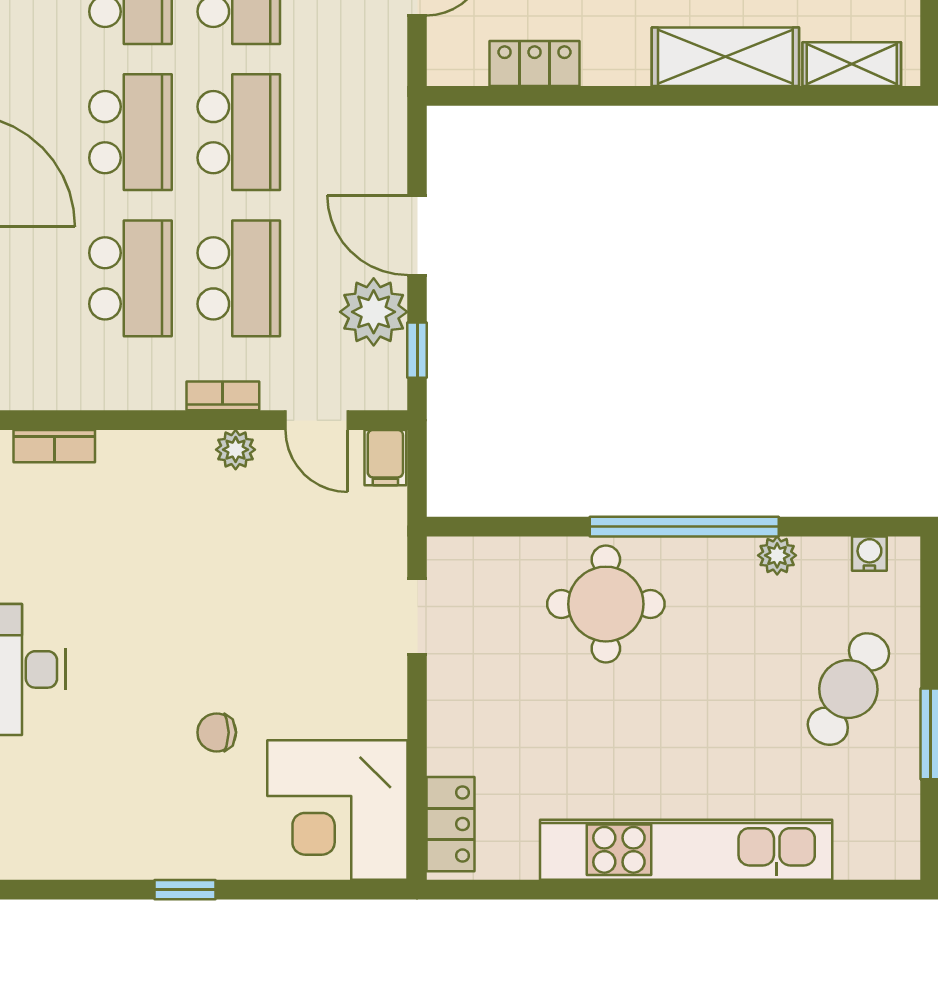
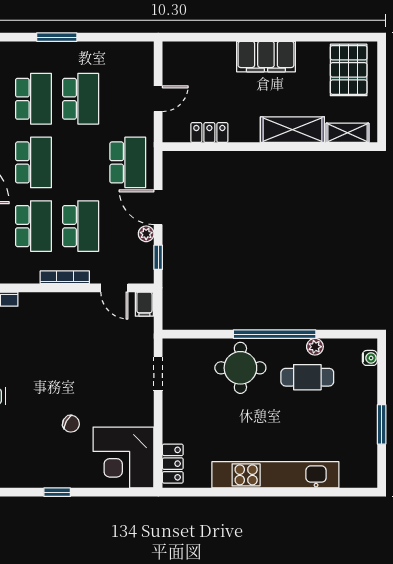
school desk: (239, 132) -> (128, 162), moved
plant: (374, 312) -> (146, 234), width x0.53, depth x0.53
bookcase: (223, 396) -> (65, 277), width x1.56
plant: (236, 450) -> (79, 301), removed
water cooler: (869, 554) -> (370, 358), moved, turned 90
cafe table: (848, 689) -> (307, 377), moved, turned 61
chair: (217, 732) -> (71, 424), turned -151

